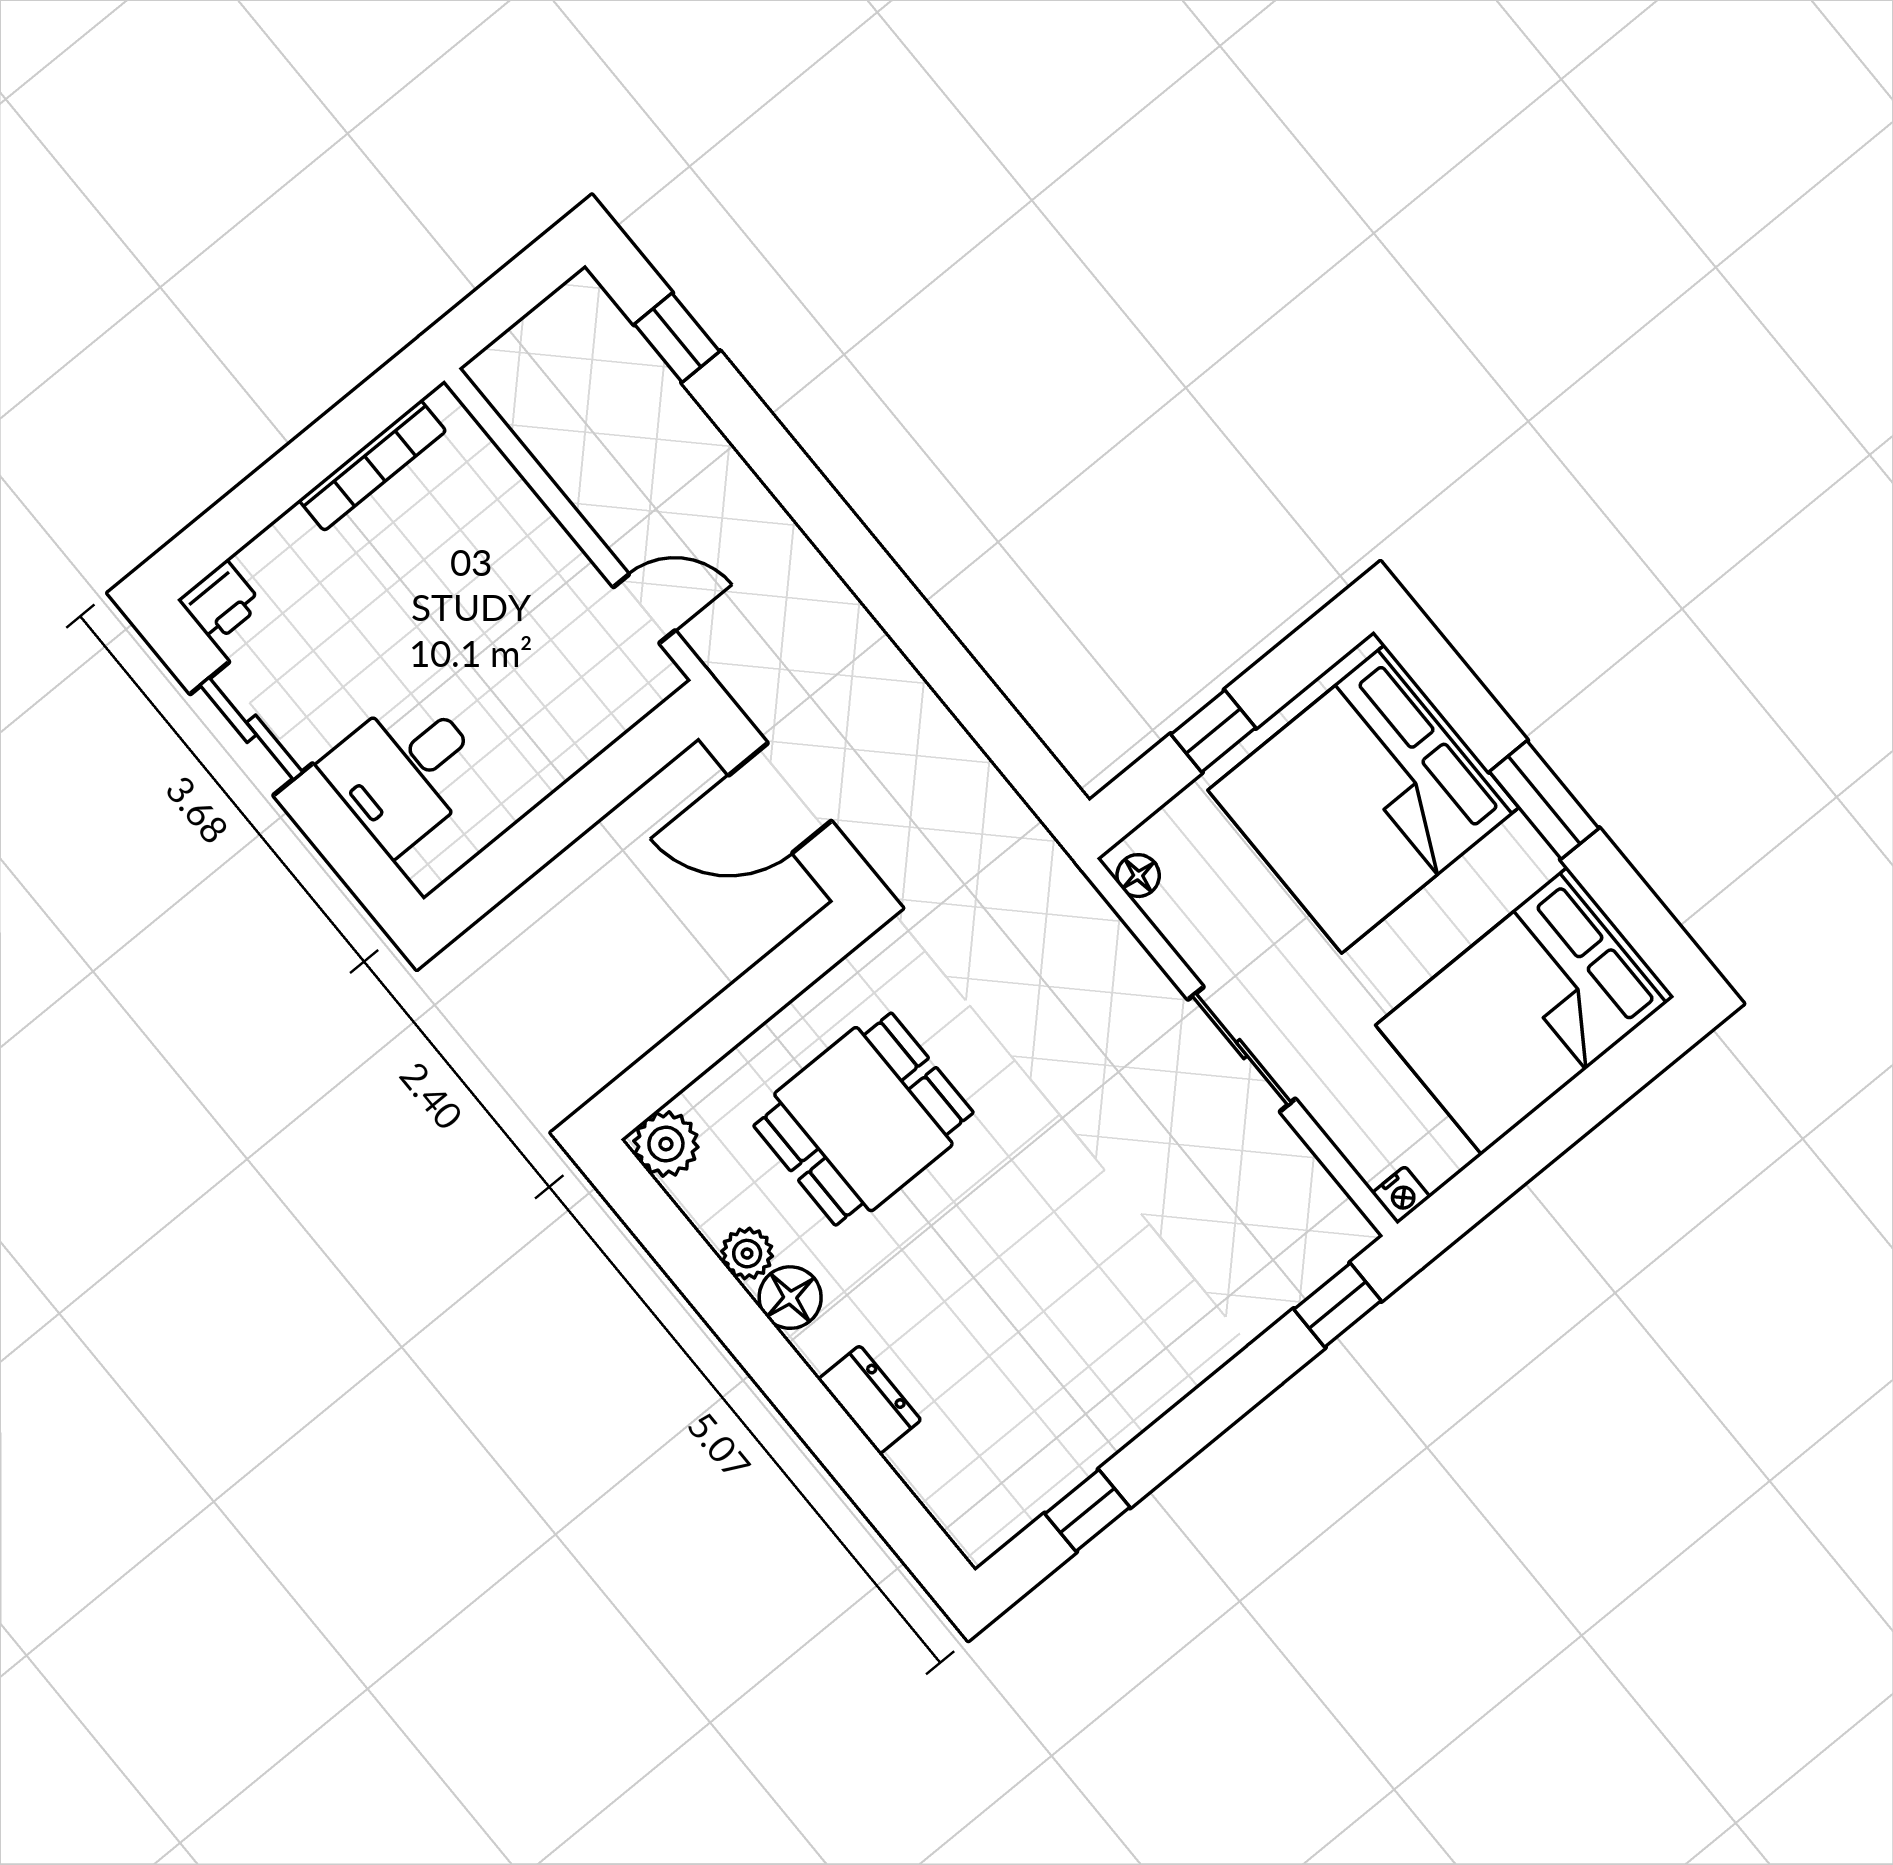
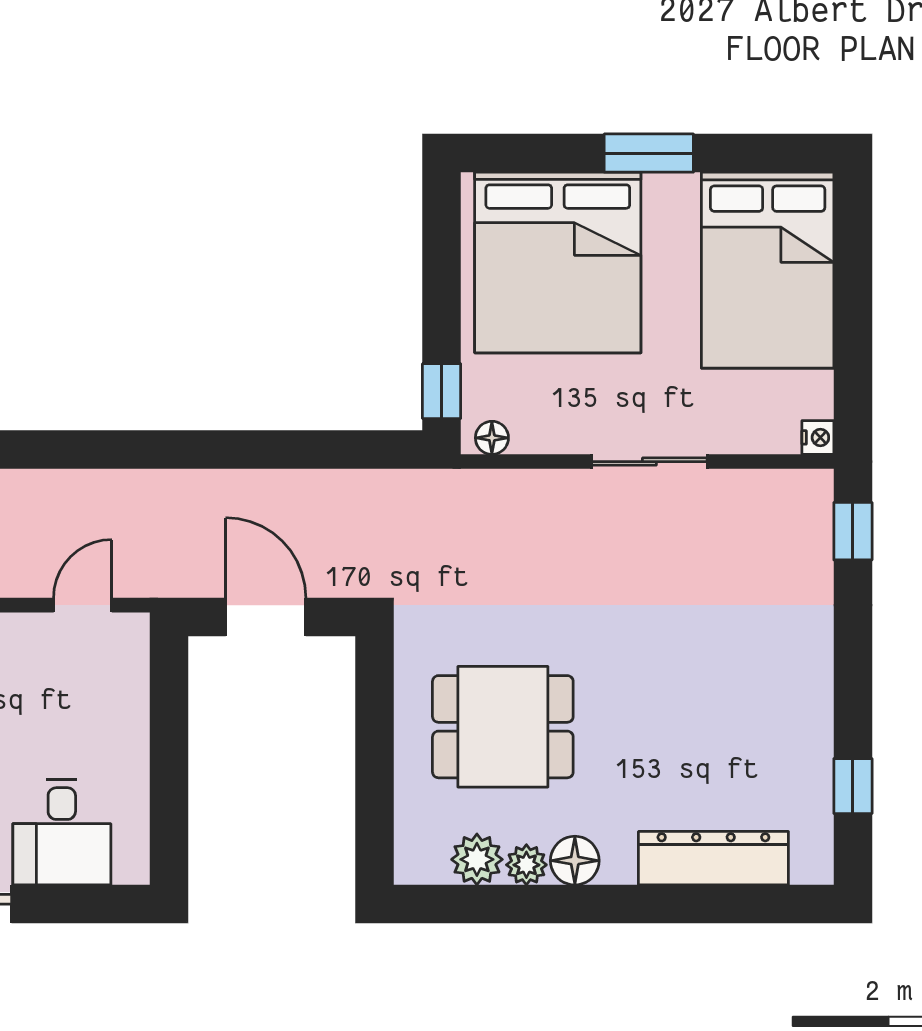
window: (1213, 731) -> (442, 391), moved
door: (780, 798) -> (266, 617), swing flipped
dining table: (863, 1119) -> (503, 727), turned 90
plant: (666, 1144) -> (477, 859), moved
dresser: (869, 1400) -> (713, 858), width x1.96, depth x1.24

